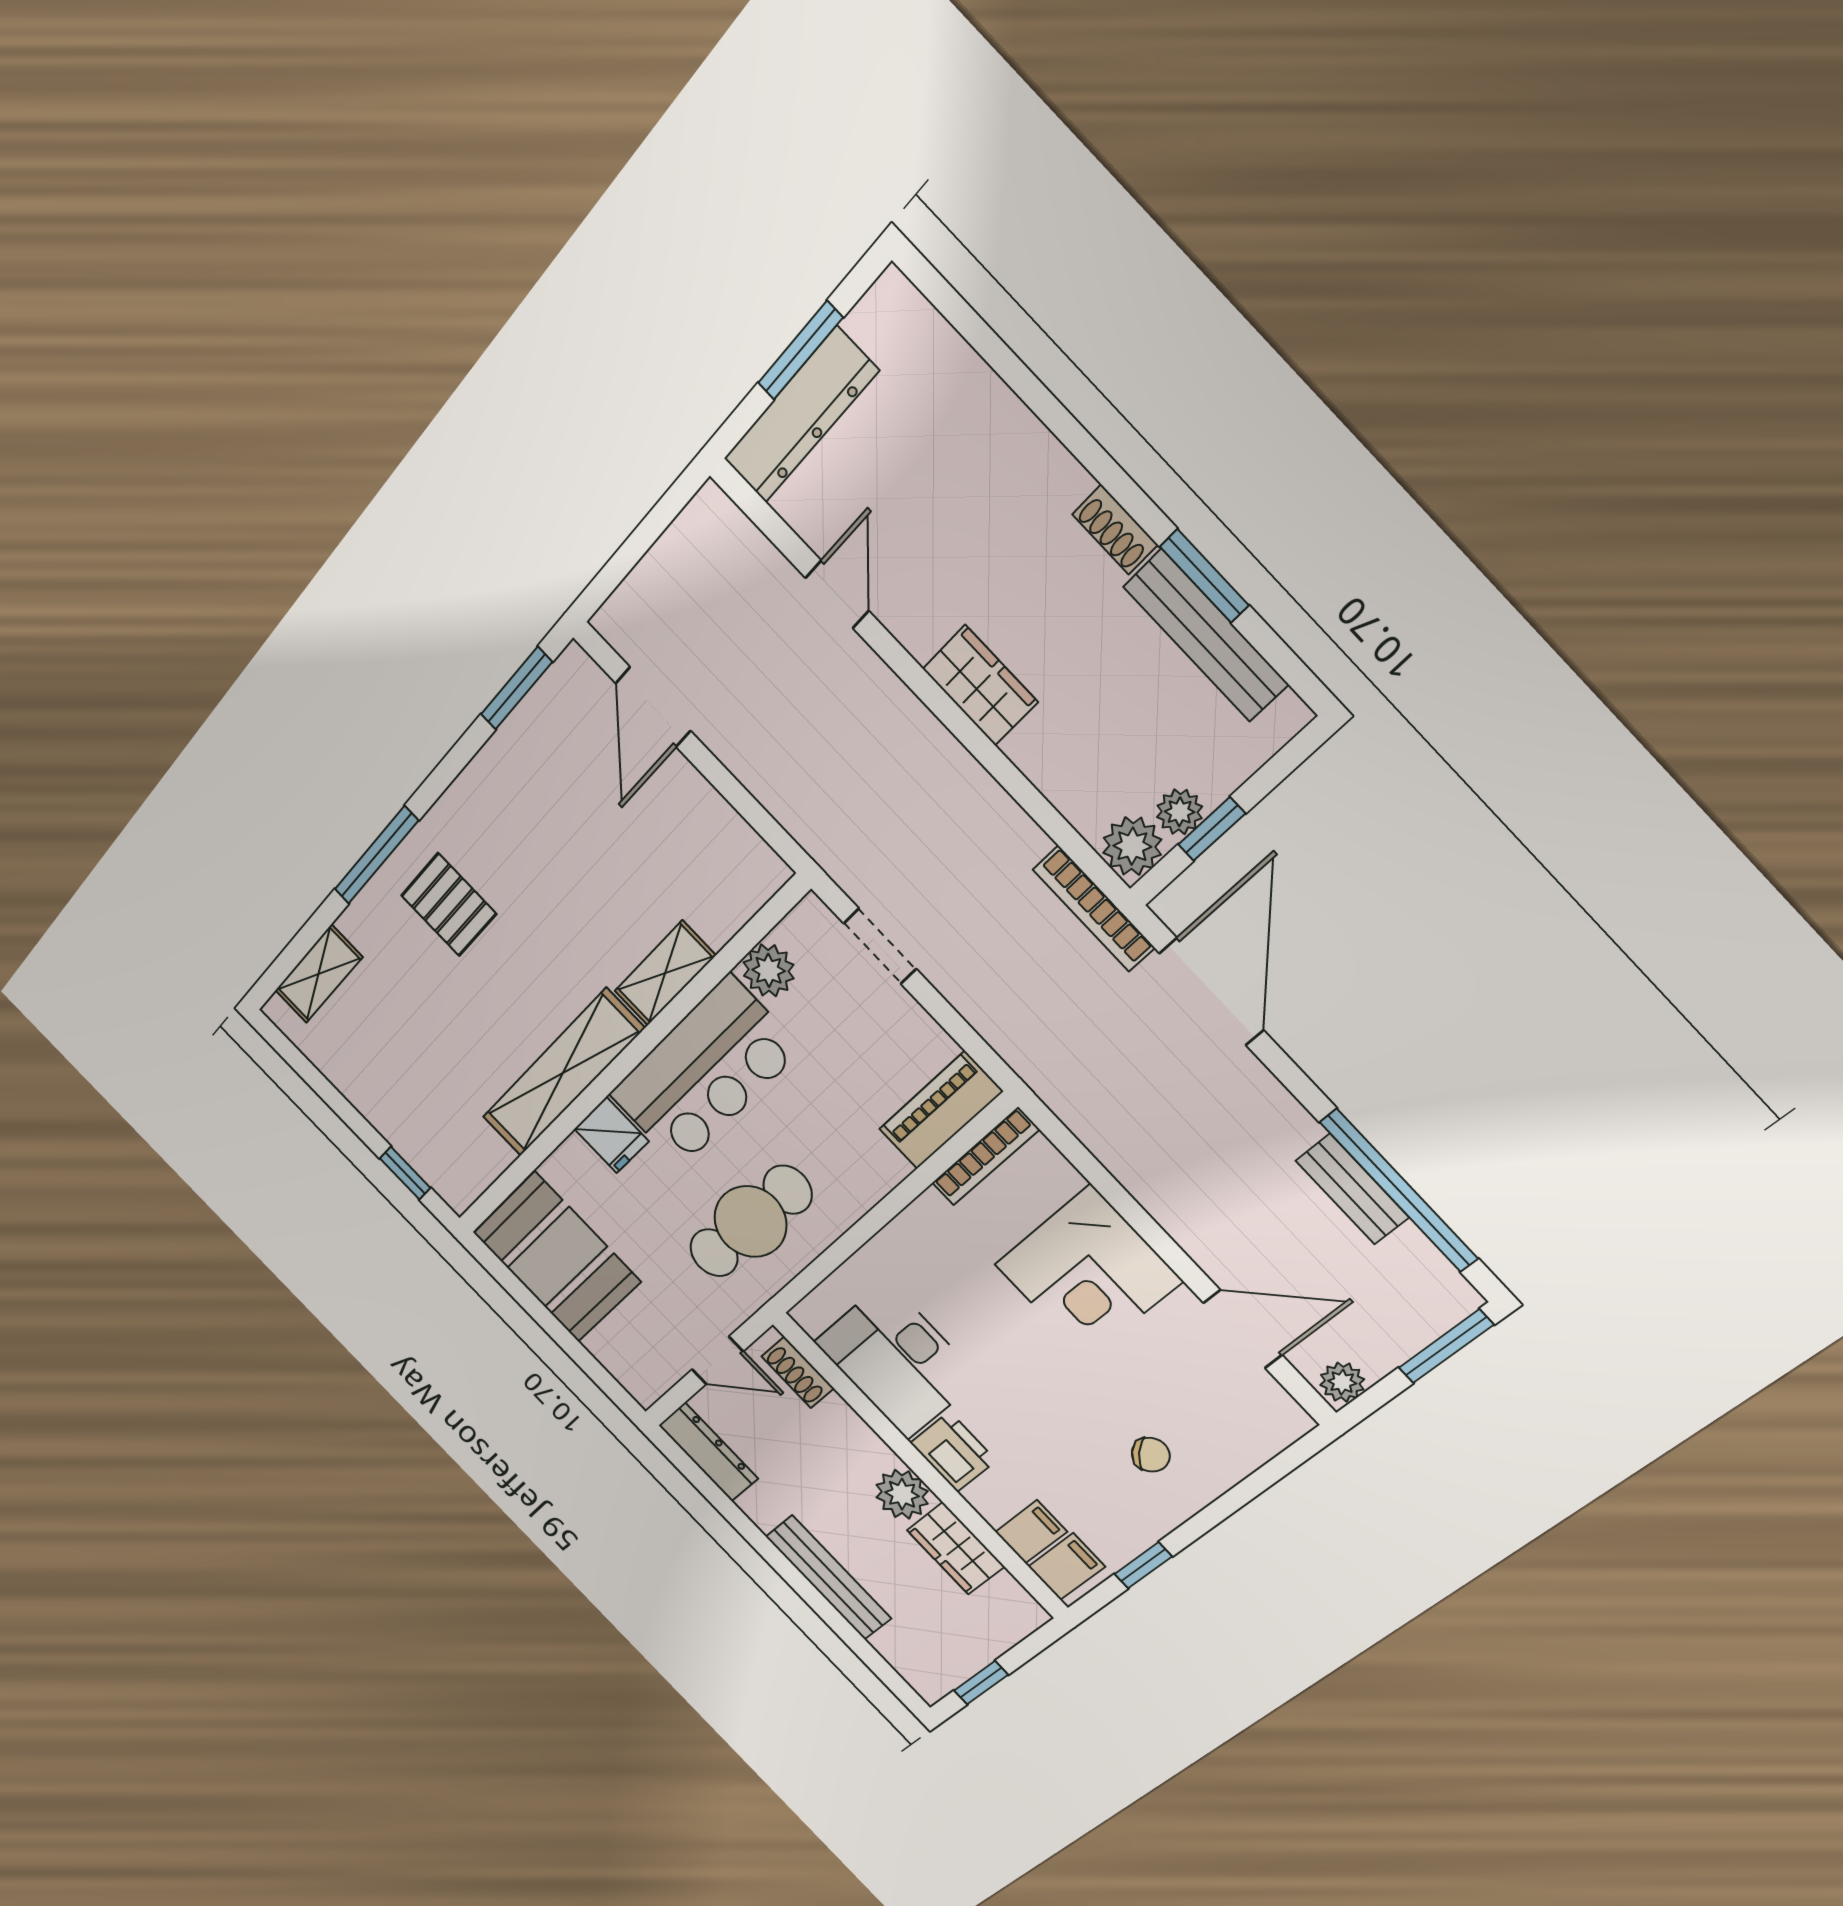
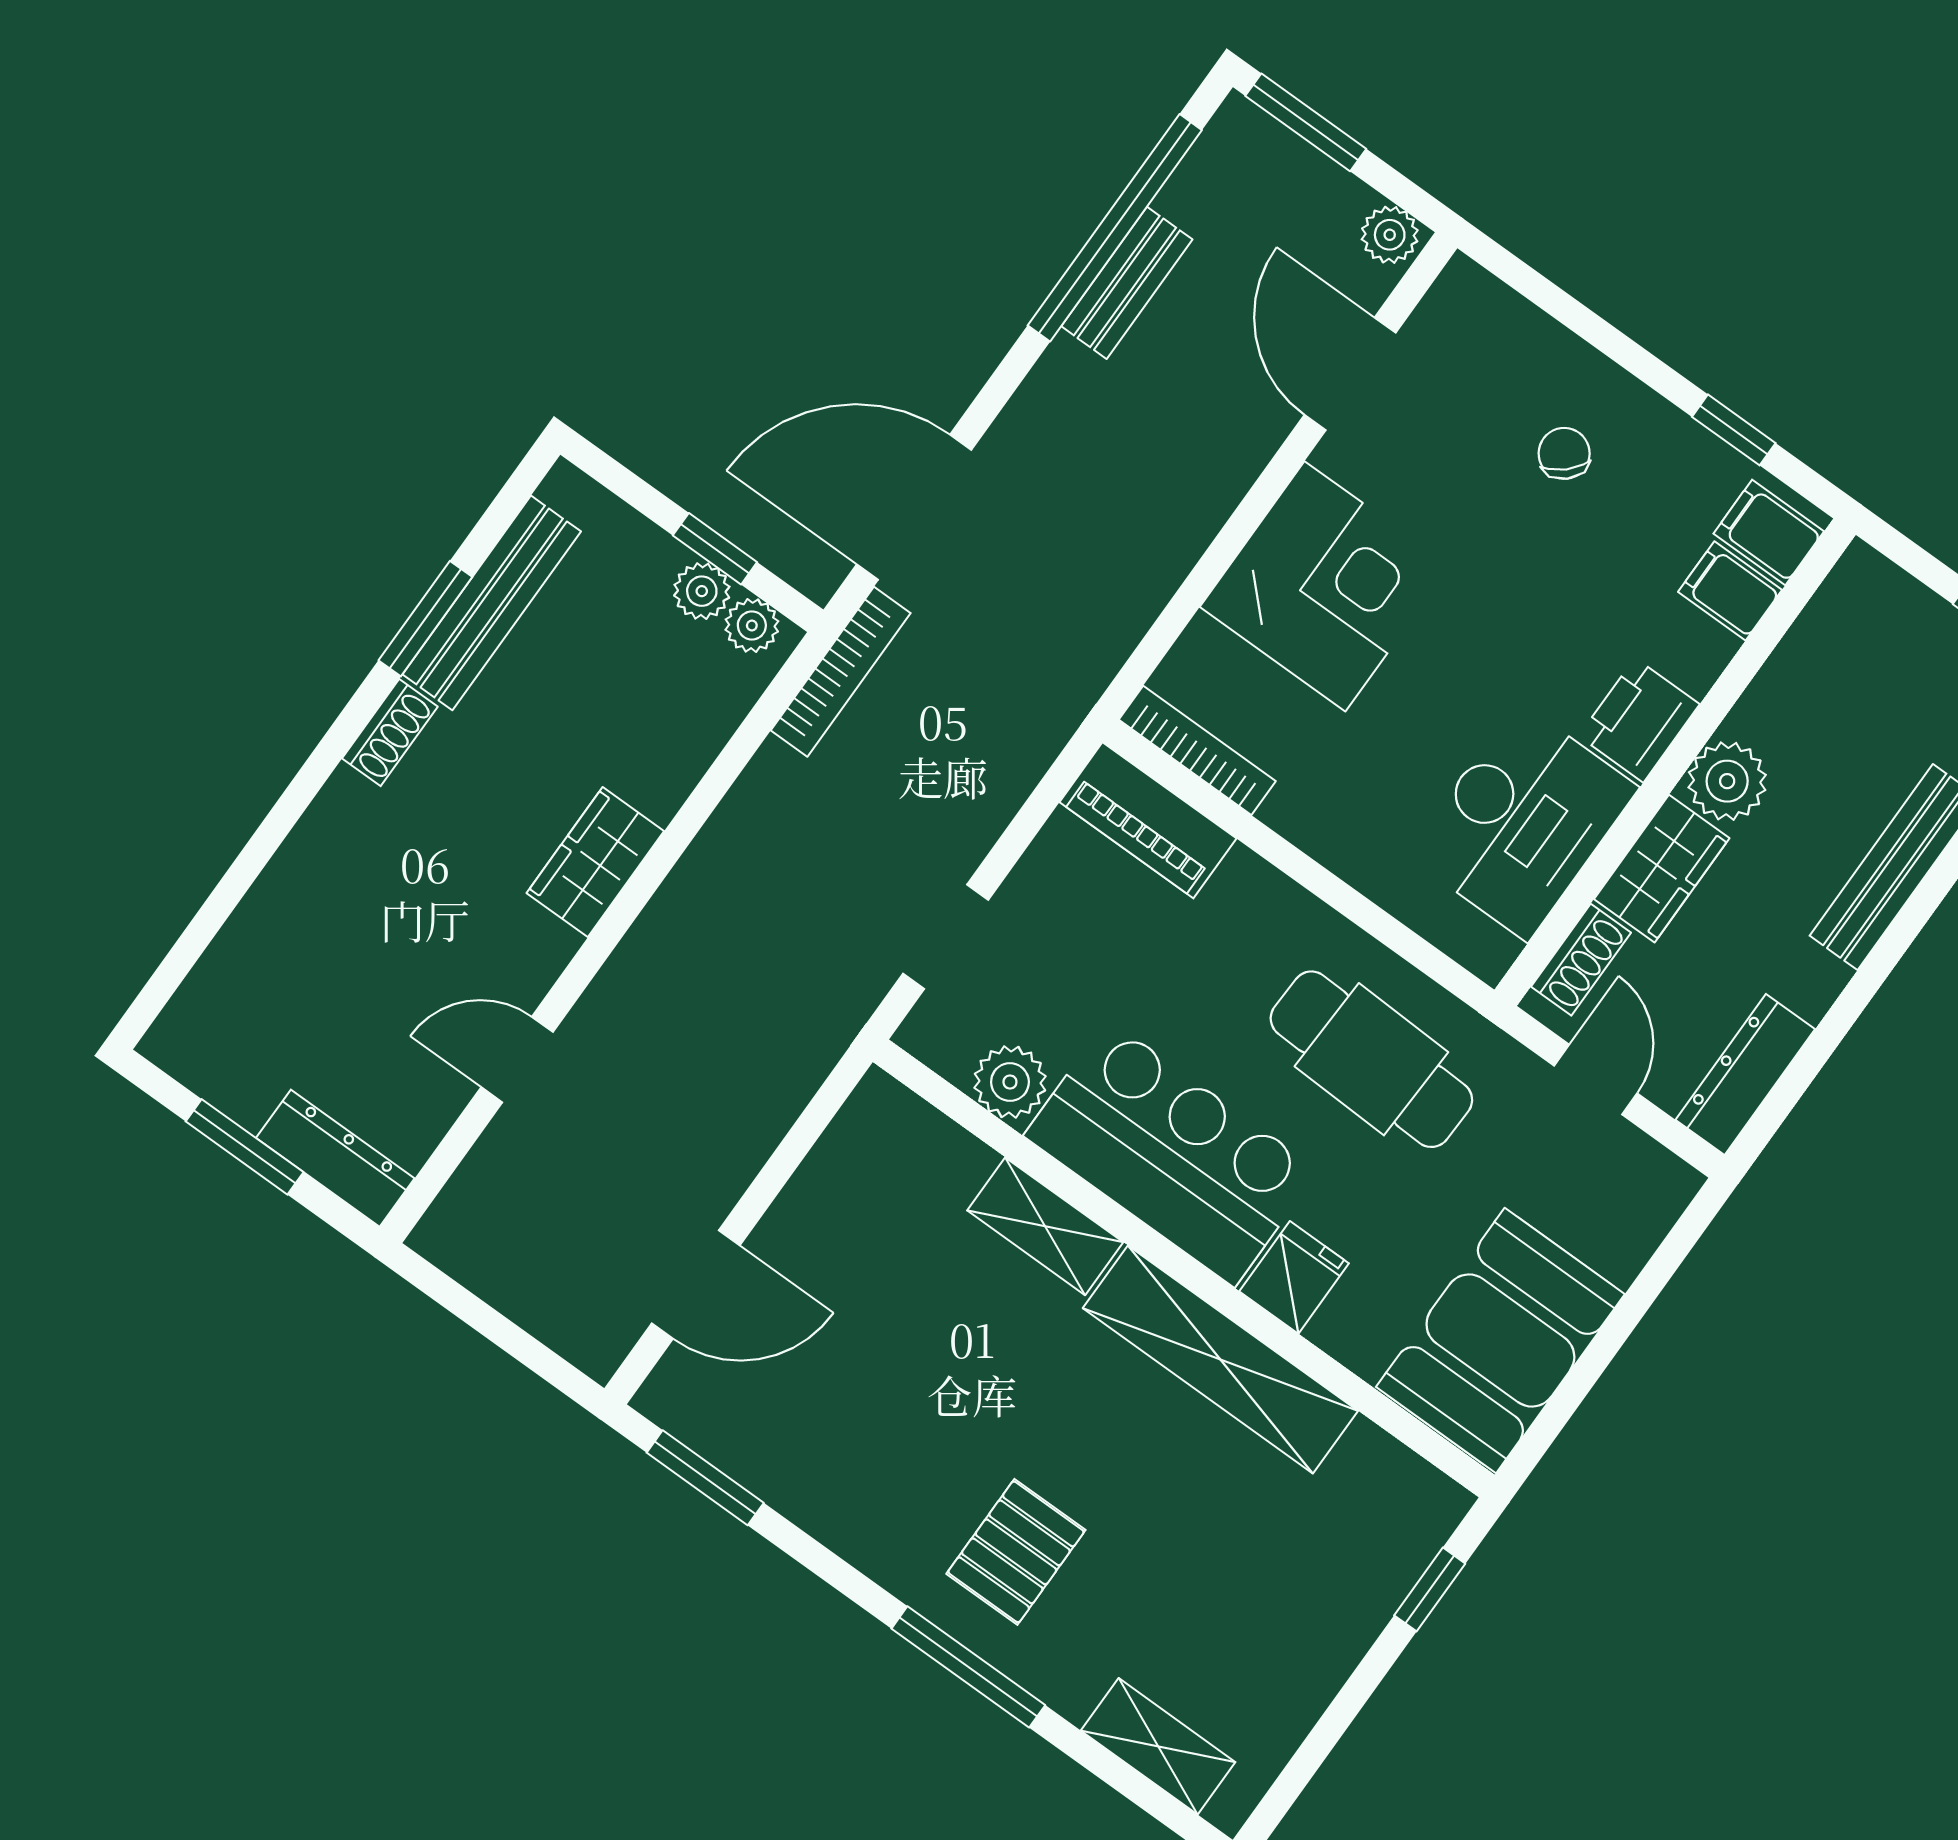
dresser: (801, 415) -> (335, 1158), width x0.73, depth x0.80
plant: (1132, 846) -> (752, 625), width x0.73, depth x0.73
wardrobe: (956, 1548) -> (1662, 869), moved

